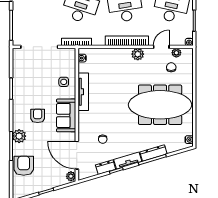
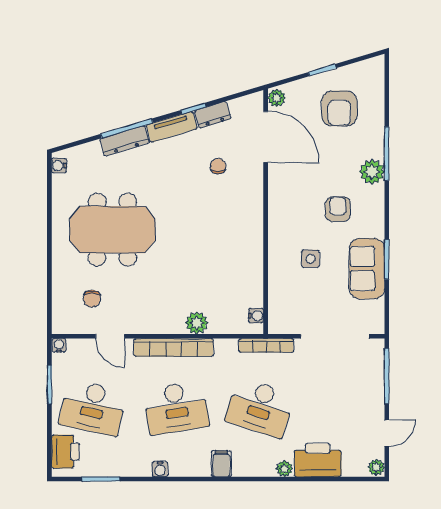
door: (161, 47) -> (110, 336), hinge flipped
plant: (176, 53) -> (82, 326), removed
plant: (138, 54) -> (197, 323), moved
side table: (64, 82) -> (310, 259), moved
tv unit: (83, 92) -> (254, 254), removed
meeting table: (160, 105) -> (112, 230), width x0.73
sofa: (66, 115) -> (367, 269), moved, turned 180
armchair: (38, 116) -> (338, 209), turned 180
armchair: (24, 166) -> (339, 108), moved

